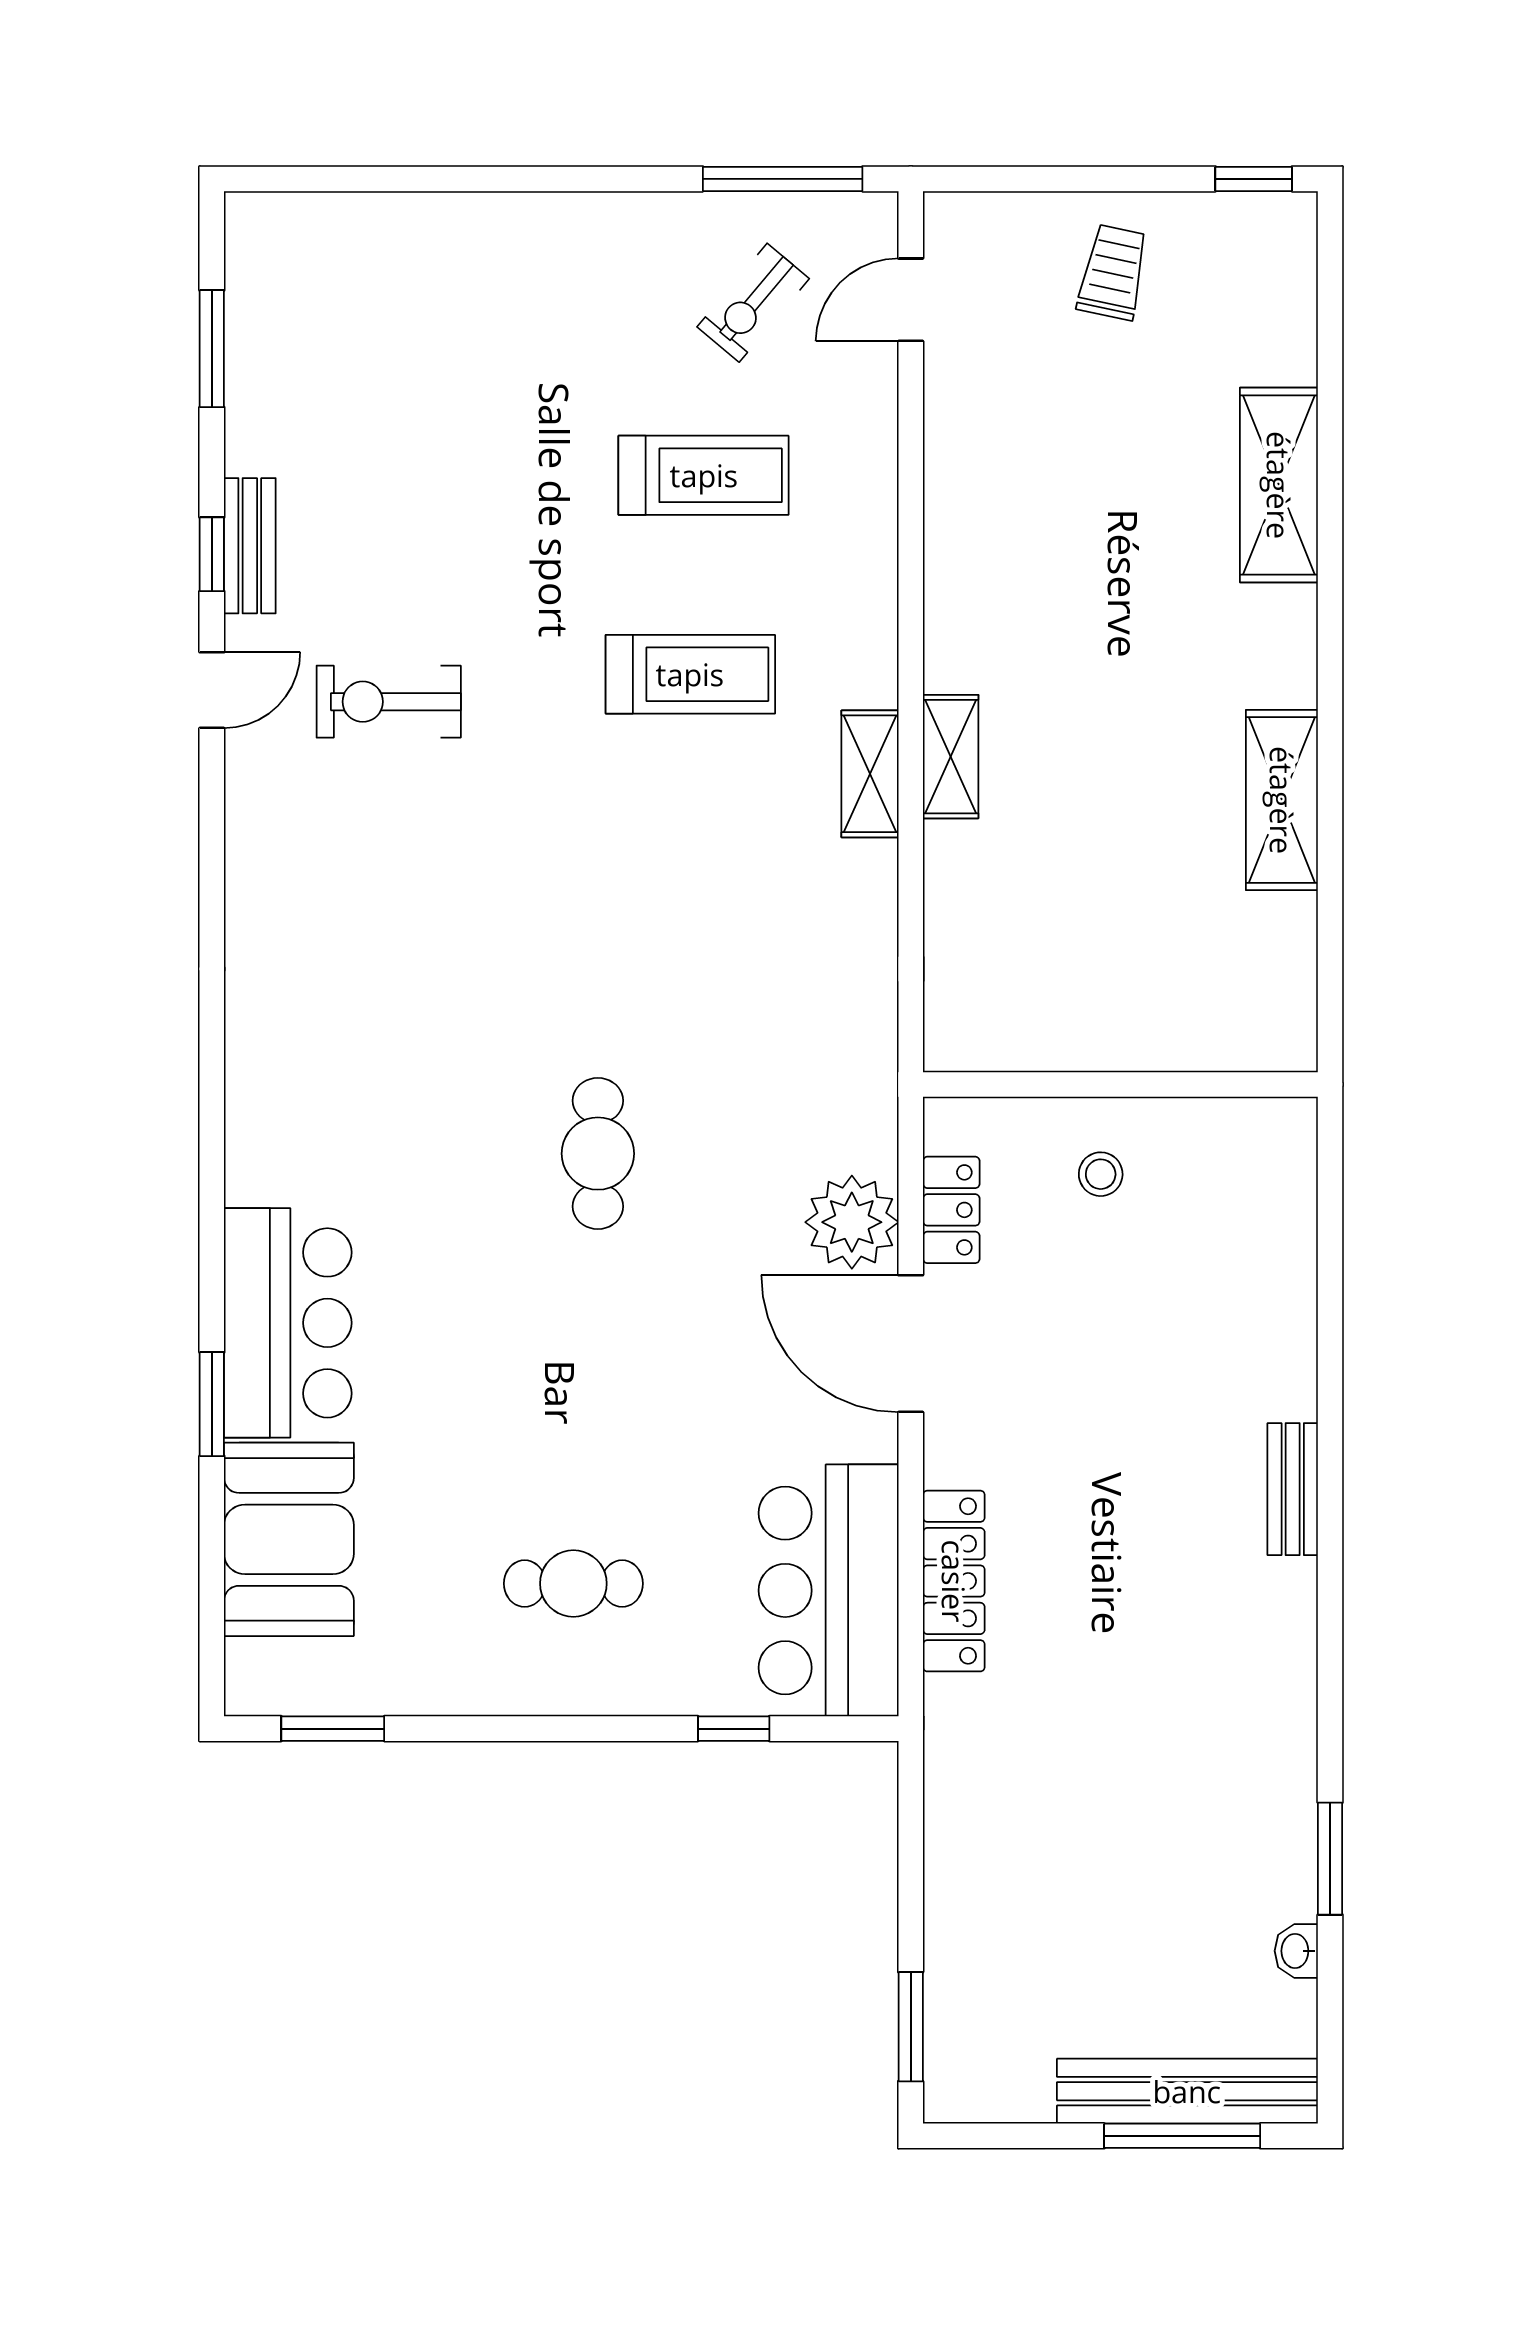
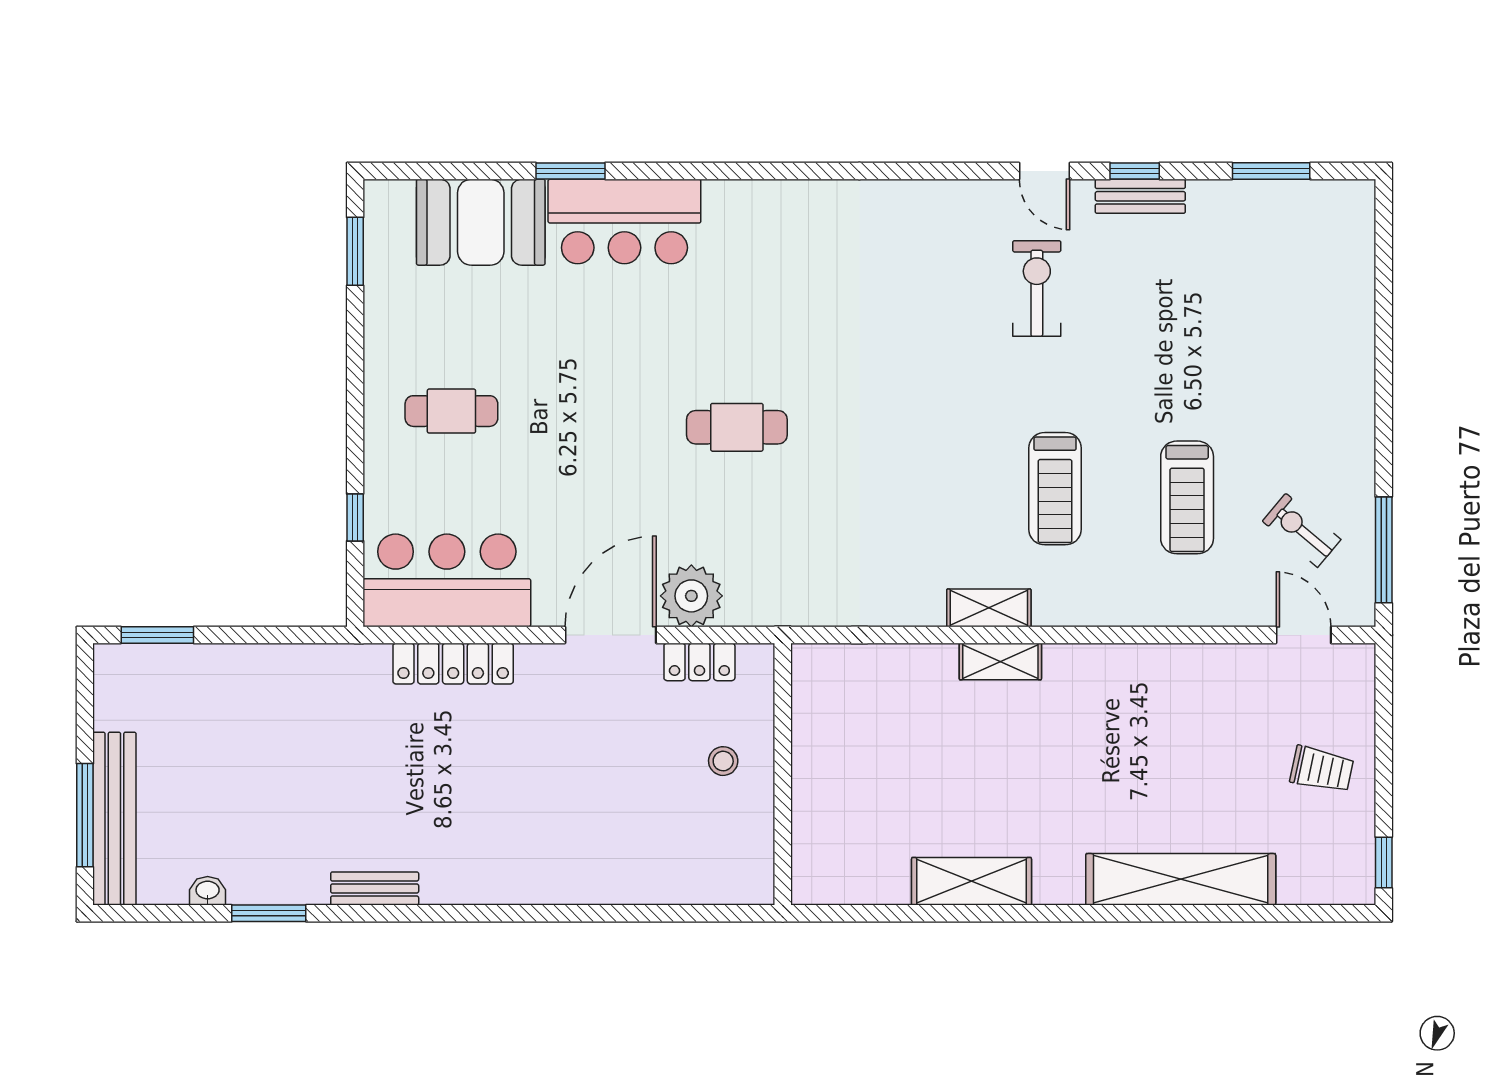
shelving: (1279, 485) -> (1181, 879), width x1.47
bench: (1293, 1489) -> (375, 888), moved
cafe table: (573, 1584) -> (451, 411), turned 90

